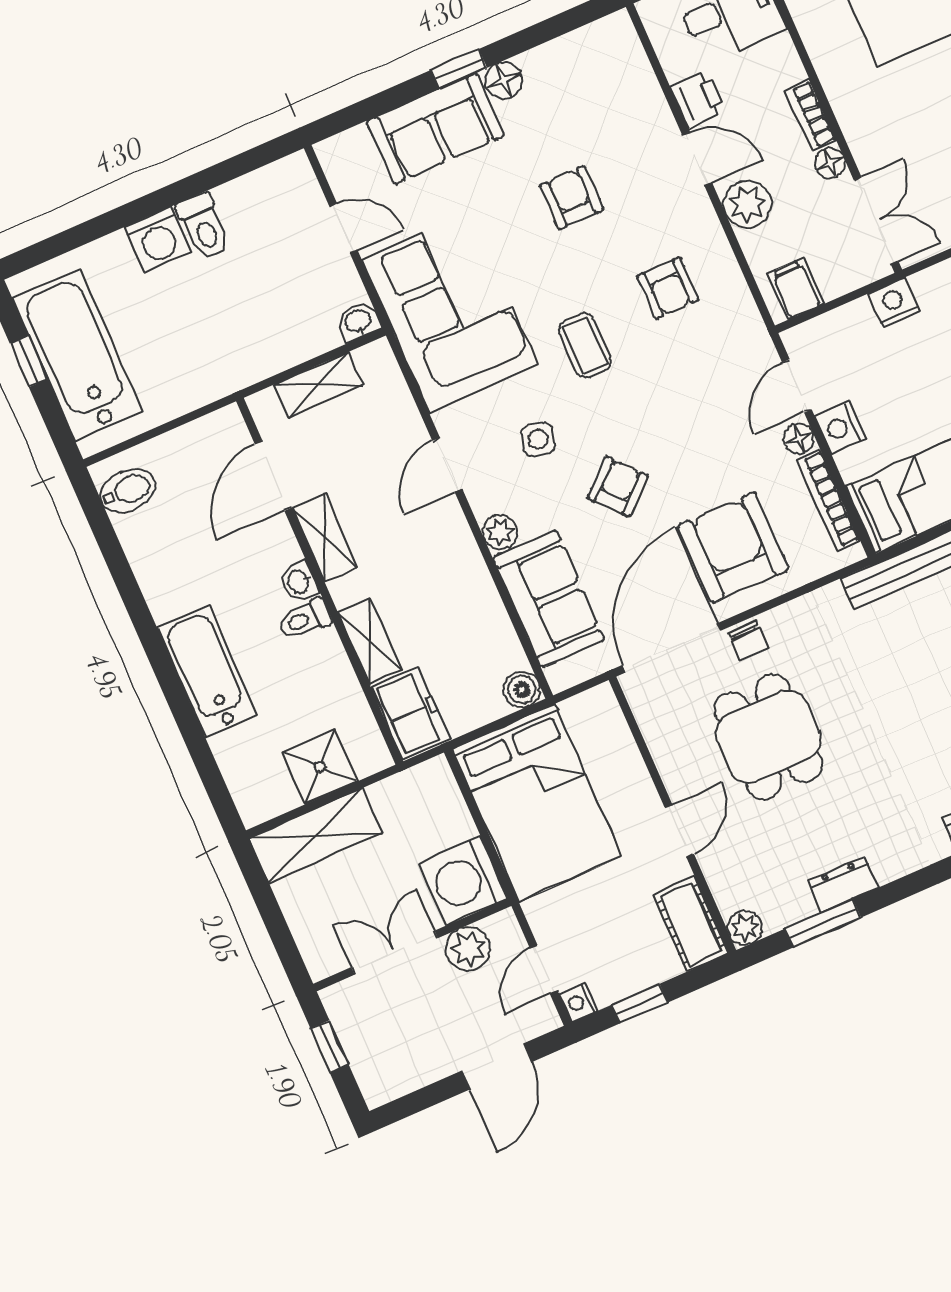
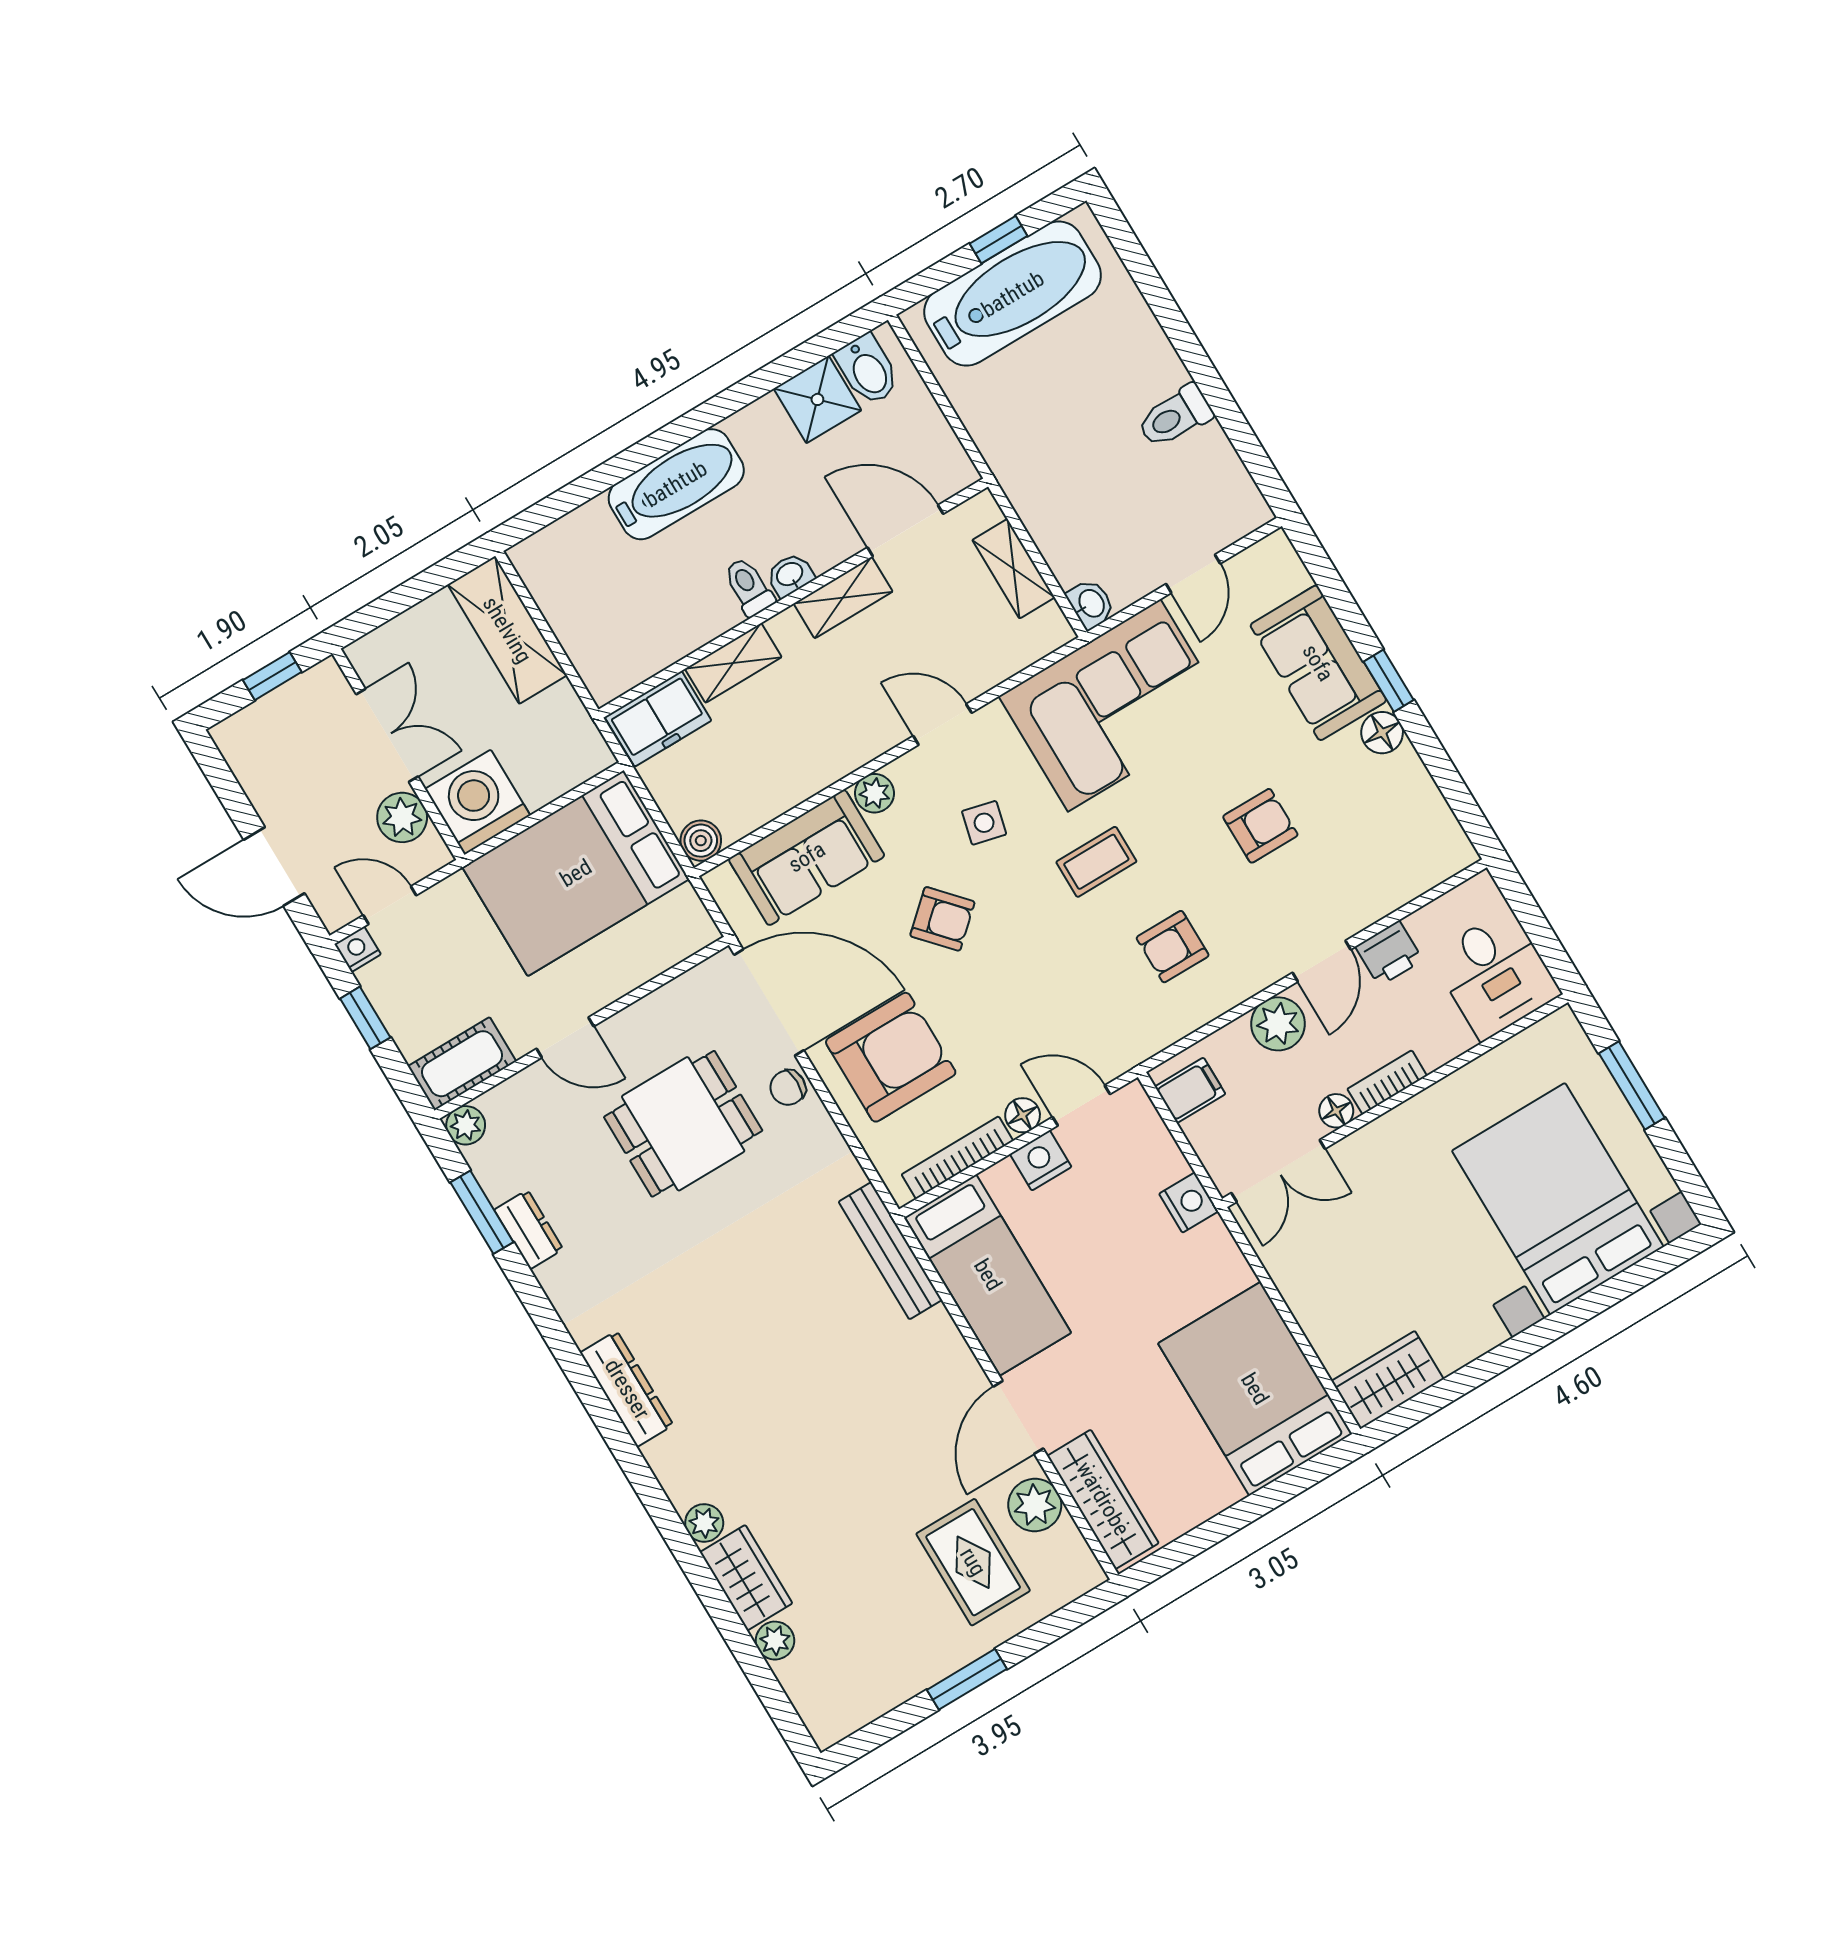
washing machine: (158, 240) -> (1153, 367), removed
shower: (320, 767) -> (817, 399), moved

